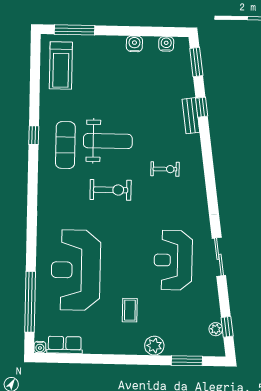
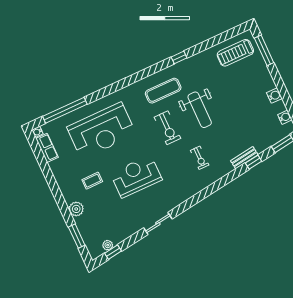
exercise mat: (65, 145) -> (163, 91), moved
reception desk: (173, 260) -> (136, 176), moved
reception desk: (76, 270) -> (101, 131), turned 180

